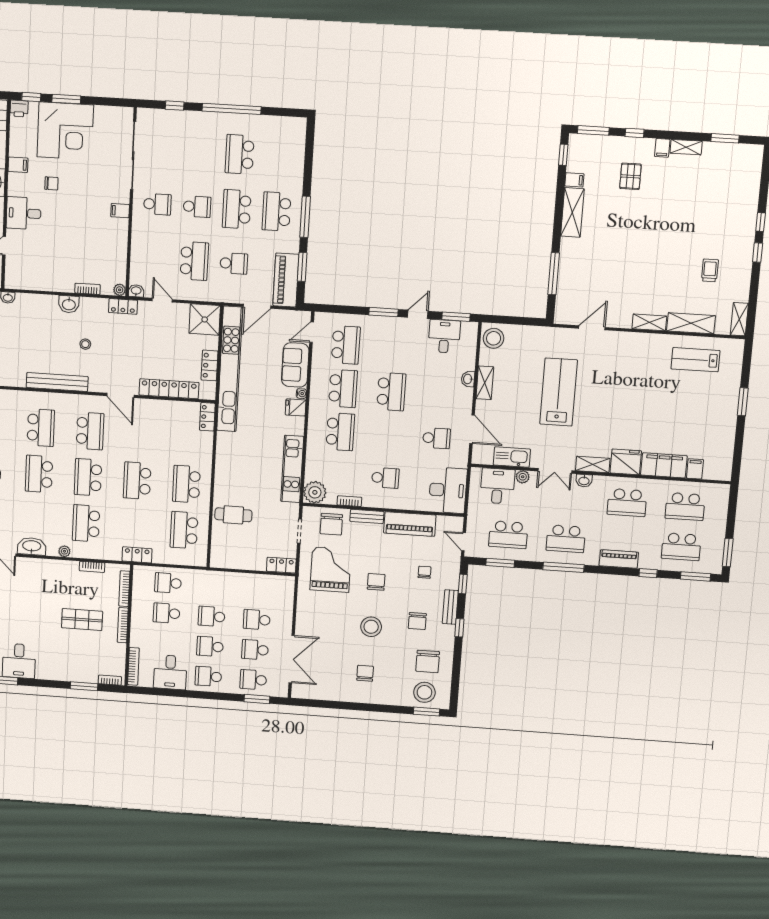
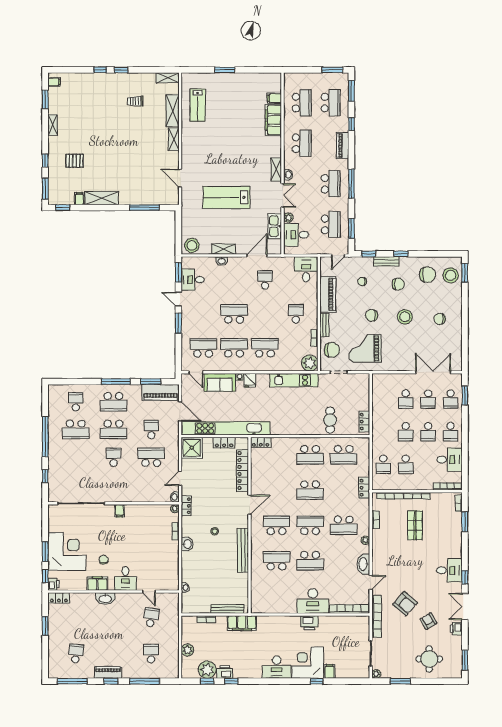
filing cabinet: (662, 148) -> (54, 82), moved
filing cabinet: (18, 165) -> (97, 584), width x2.00
school desk: (157, 204) -> (76, 402), moved
fridge: (626, 462) -> (273, 147), removed
school desk: (88, 477) -> (310, 525), turned 180
desk: (448, 490) -> (306, 269), width x0.73
locker: (281, 565) -> (364, 422), moved

